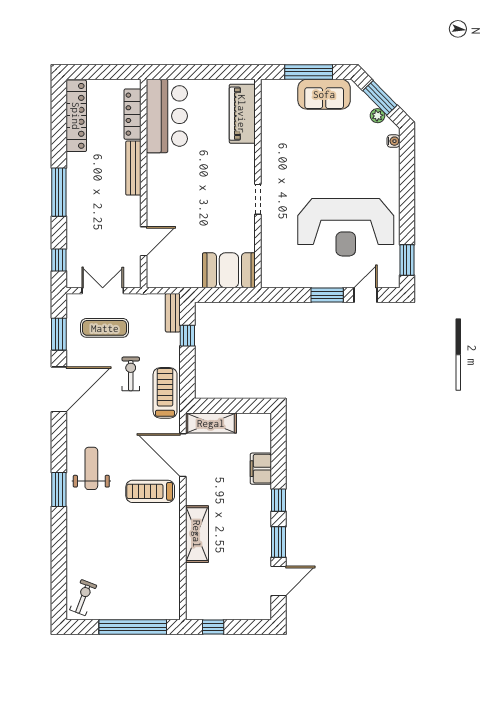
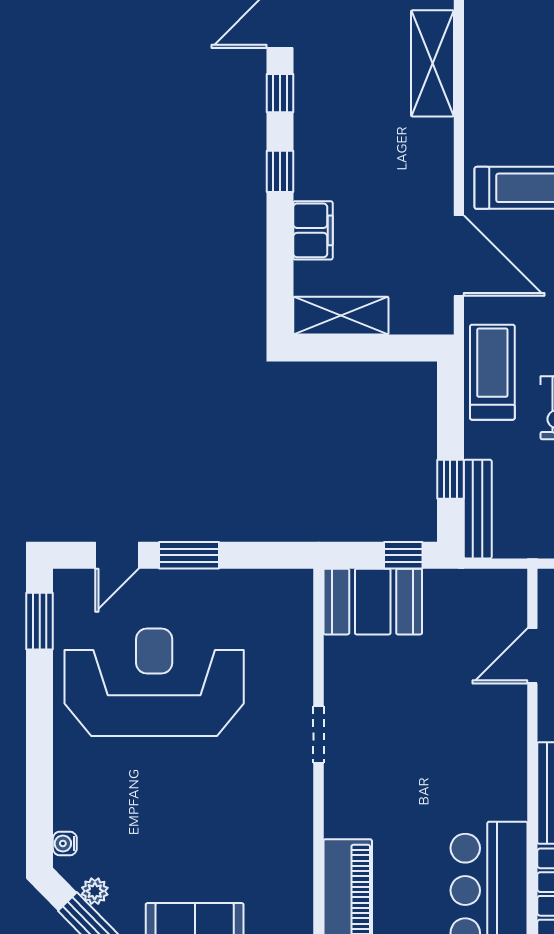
window: (213, 295) -> (403, 555), added
bench: (173, 313) -> (478, 509), width x1.36
treadmill: (165, 393) -> (492, 372), turned 180
shelving: (211, 423) -> (341, 316), moved
shelving: (197, 534) -> (432, 63), moved
window: (278, 542) -> (280, 93), width x0.67

